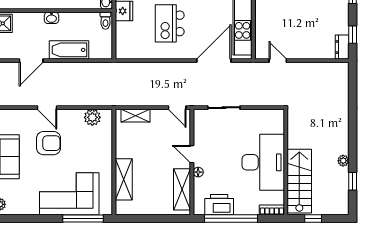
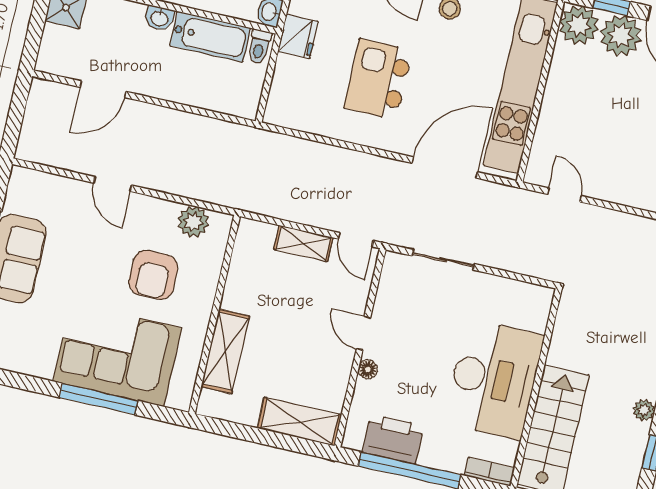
bathtub: (69, 50) -> (210, 37), moved, turned 180
shelving: (135, 116) -> (303, 243), moved
armchair: (49, 143) -> (153, 275), moved, turned 90
shelving: (182, 189) -> (299, 422), moved, turned 90
window: (83, 218) -> (99, 399), moved

